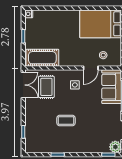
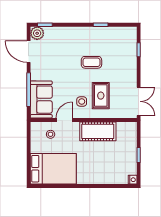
cot: (42, 58) -> (98, 131), moved
double door: (23, 85) -> (139, 101), swing flipped
rug: (46, 87) -> (101, 96), moved

